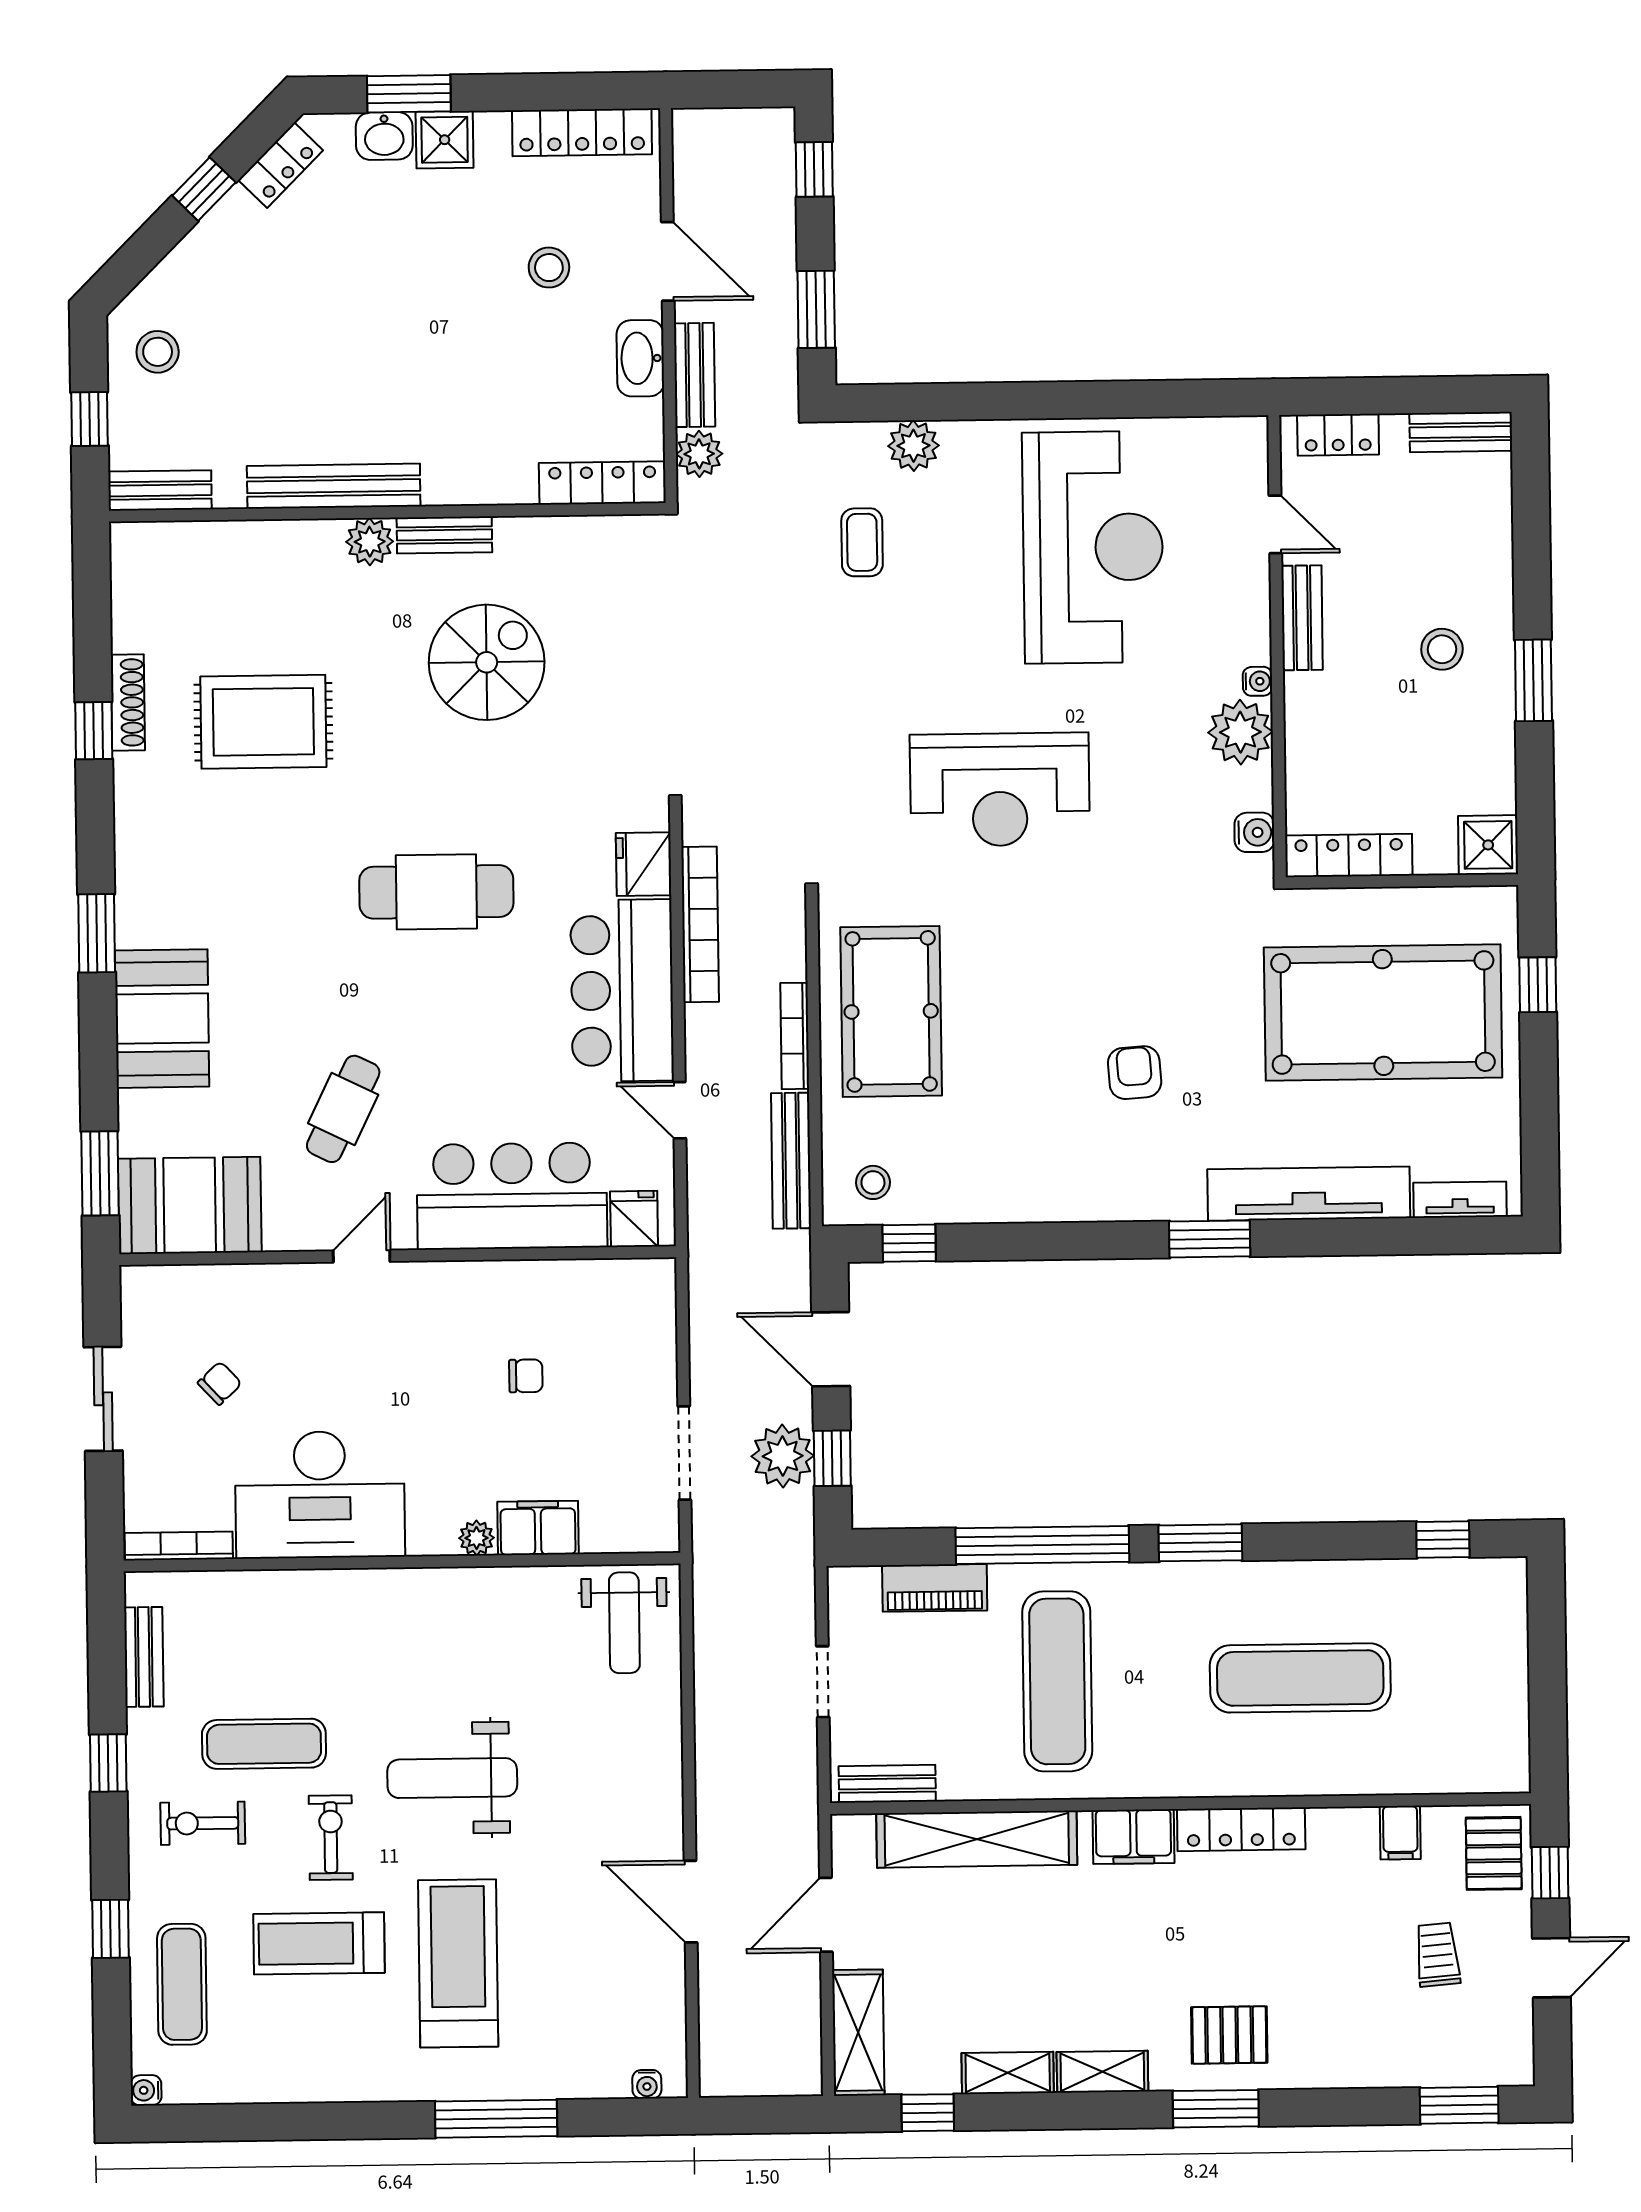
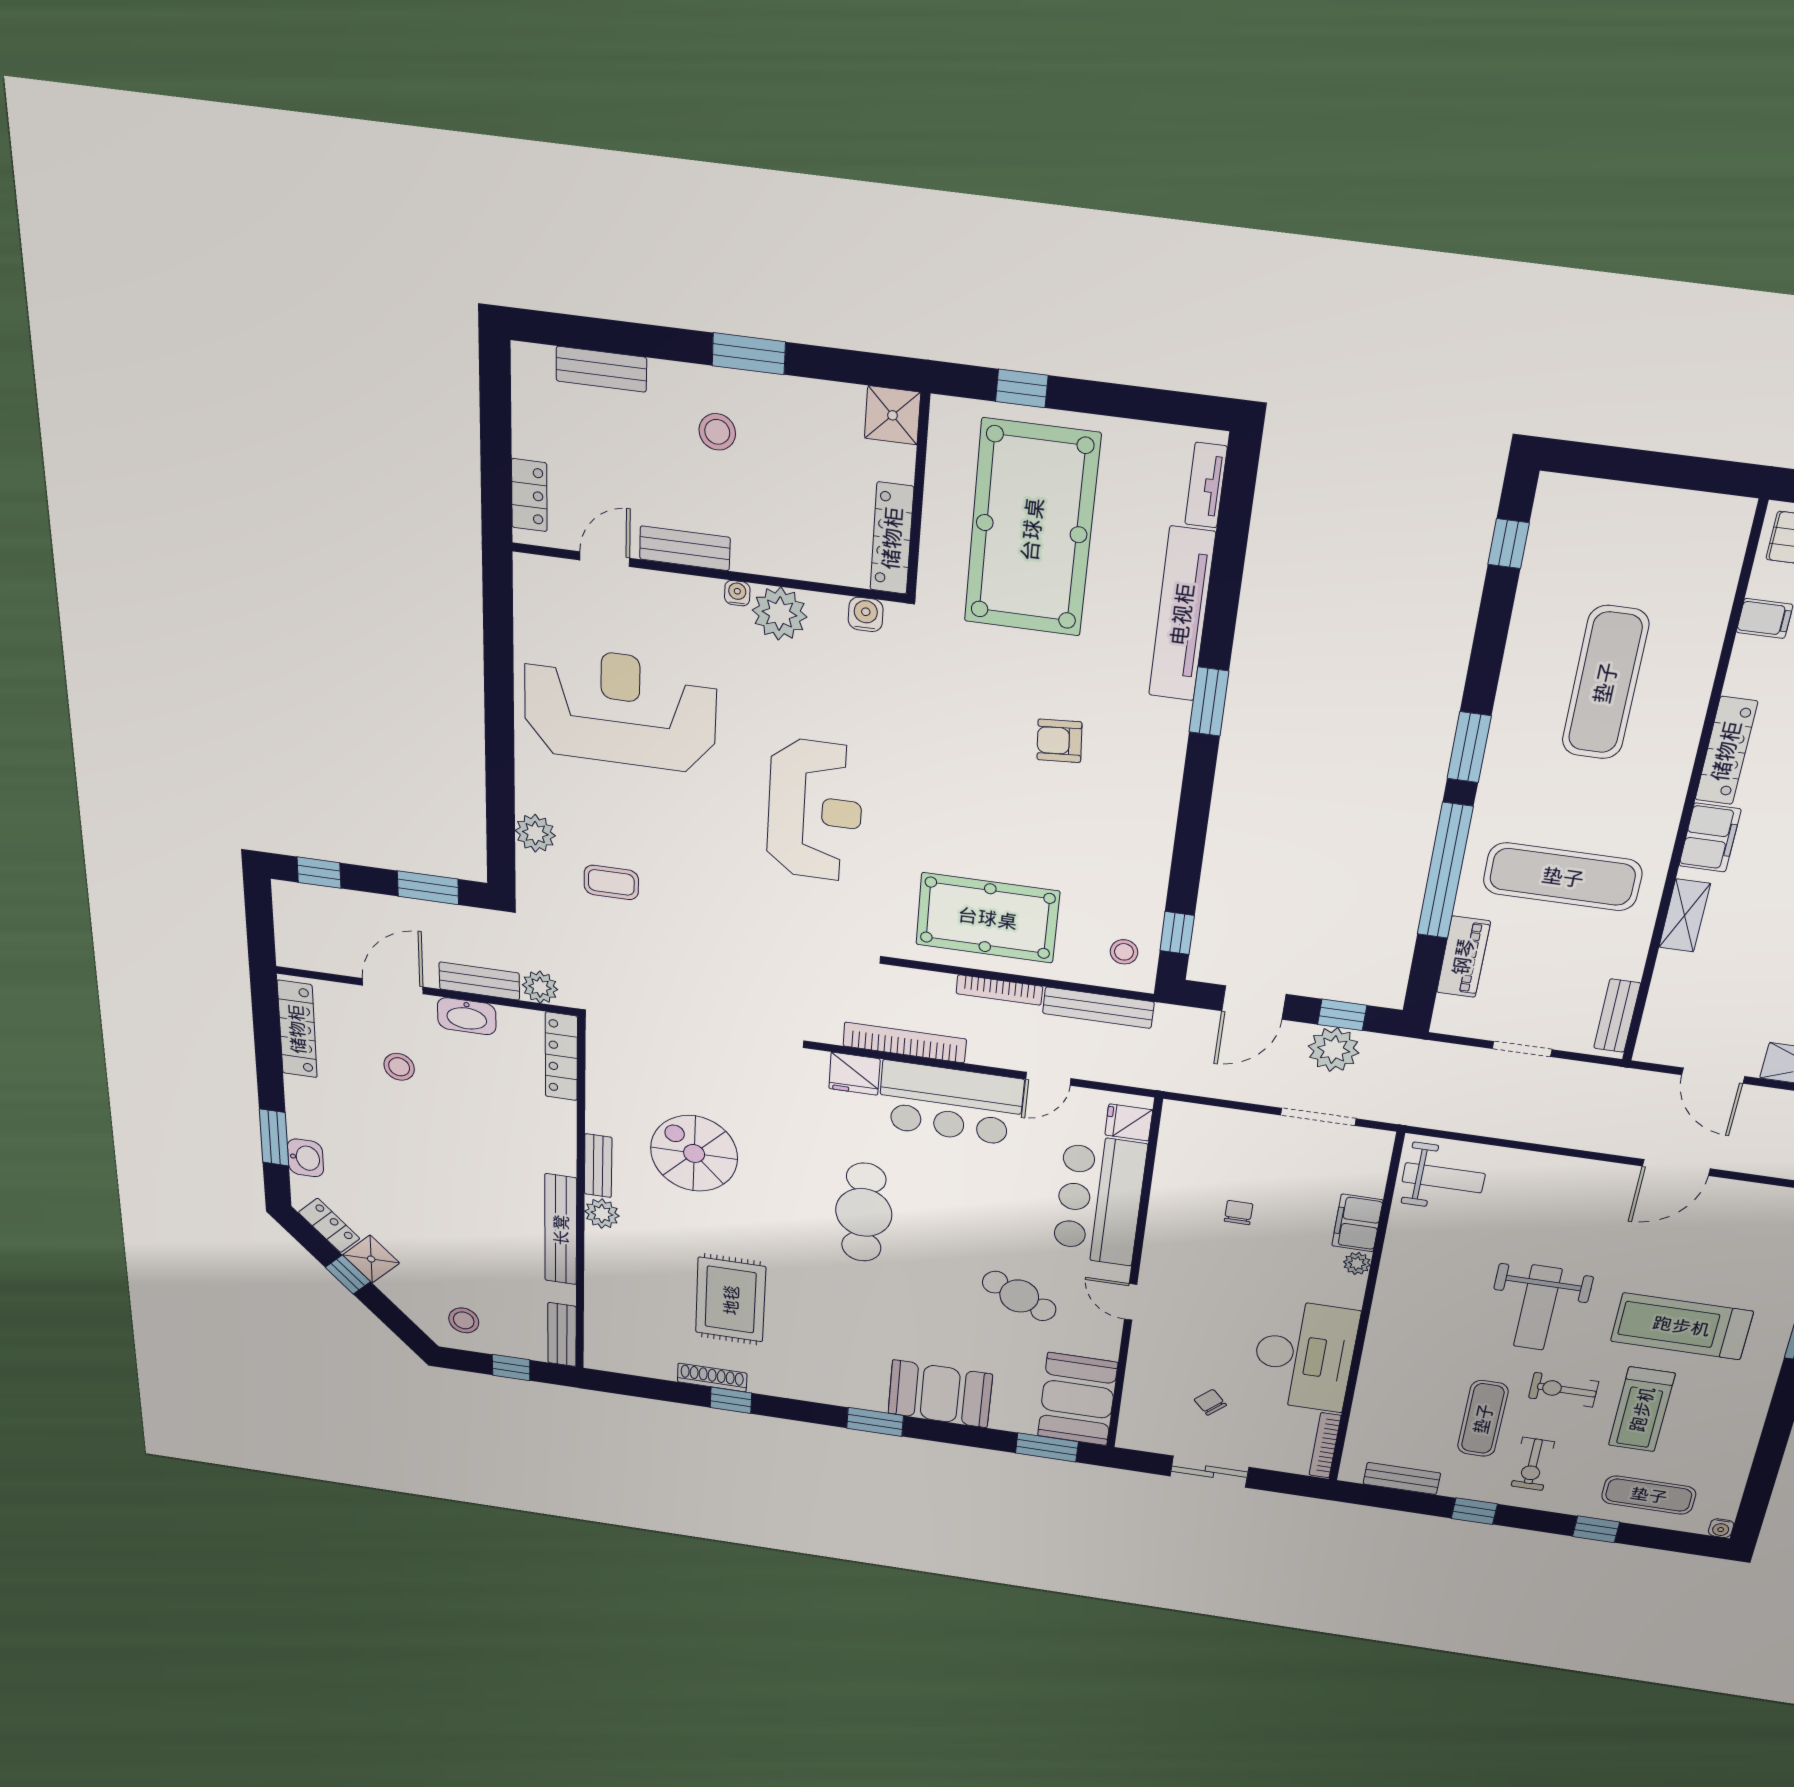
shower: (445, 140) -> (371, 1259), moved, turned 45
bench: (1461, 432) -> (601, 369), moved, turned 90
shelving: (977, 1839) -> (1685, 915), width x0.45, depth x0.75

